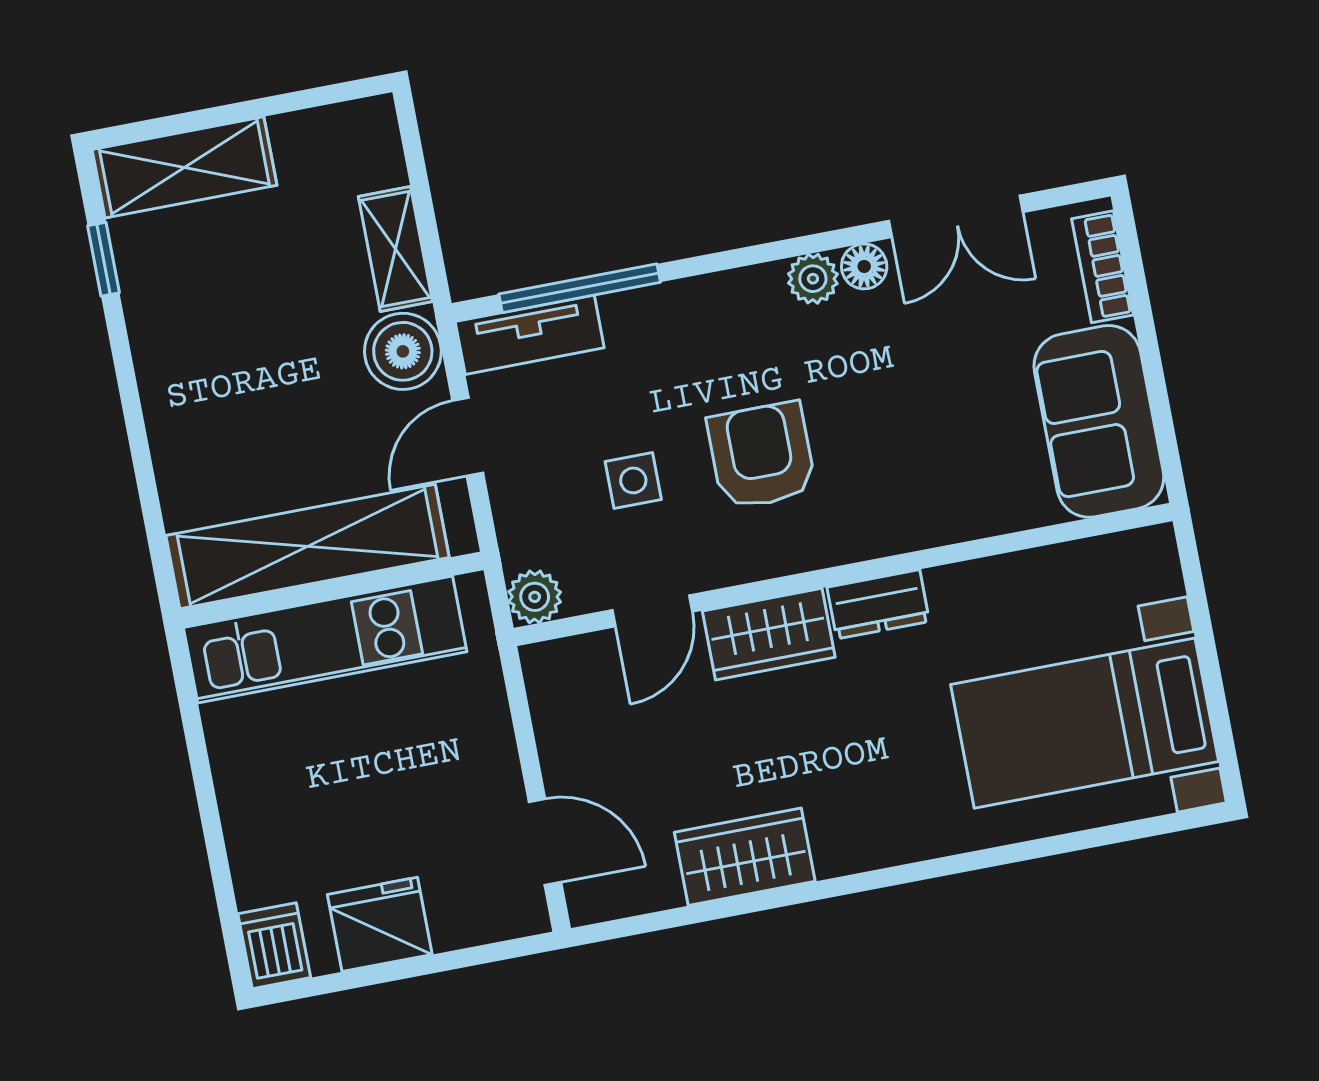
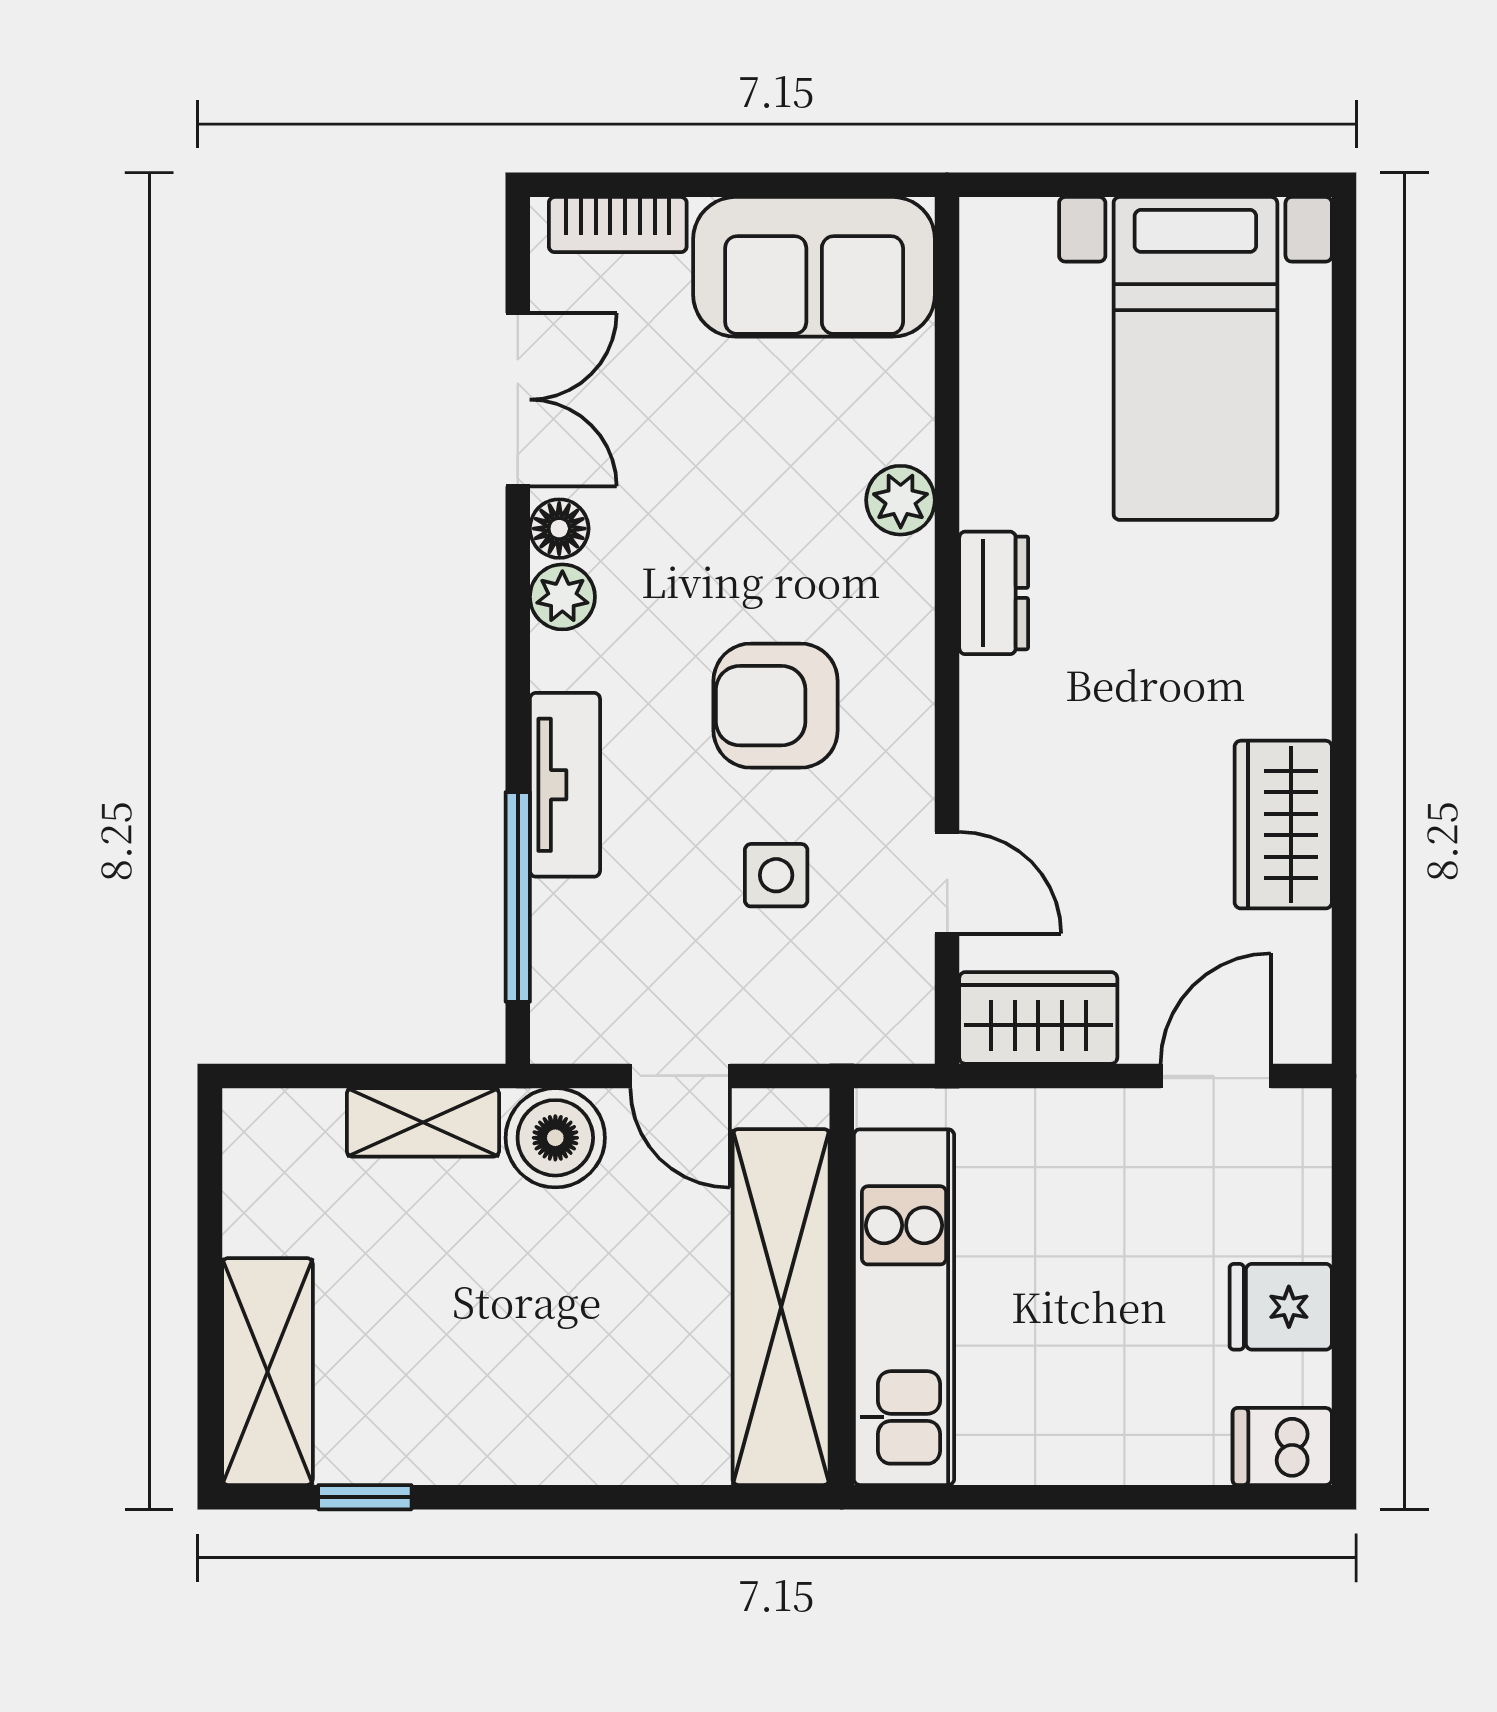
tv unit: (530, 335) -> (565, 785), moved
plant: (535, 597) -> (901, 500), moved
wardrobe: (769, 634) -> (1038, 1018), moved, turned -90
fridge: (380, 924) -> (1281, 1307), width x0.72

